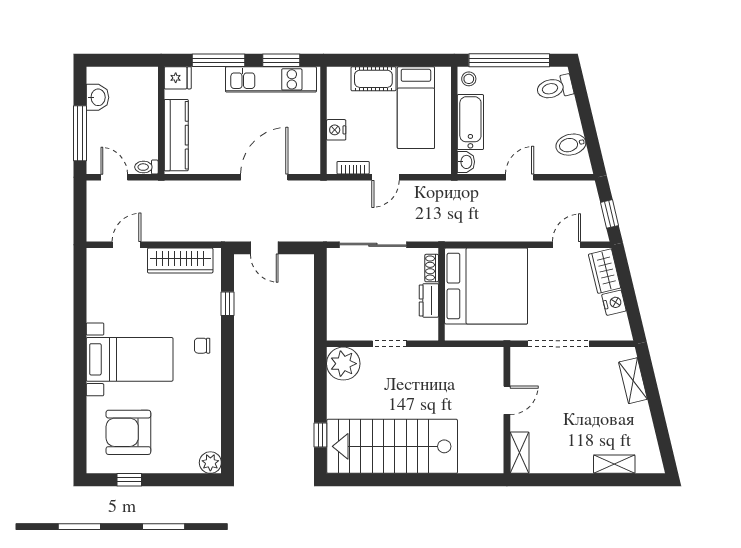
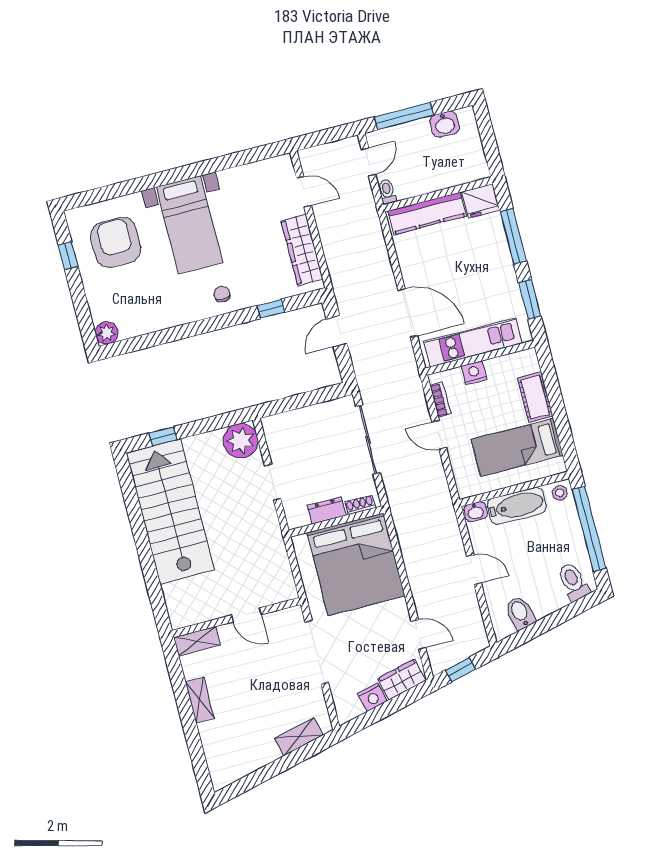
fridge: (178, 78) -> (481, 201), width x1.38
kitchen unit: (271, 79) -> (473, 342), moved, turned 90
shelving: (614, 464) -> (200, 700), moved

